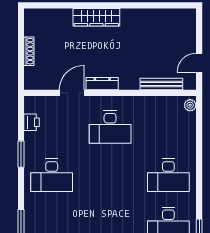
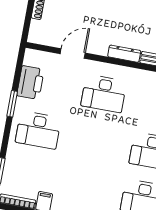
dresser: (102, 84) -> (124, 54), moved
printer: (32, 122) -> (30, 83), width x1.87, depth x1.48

